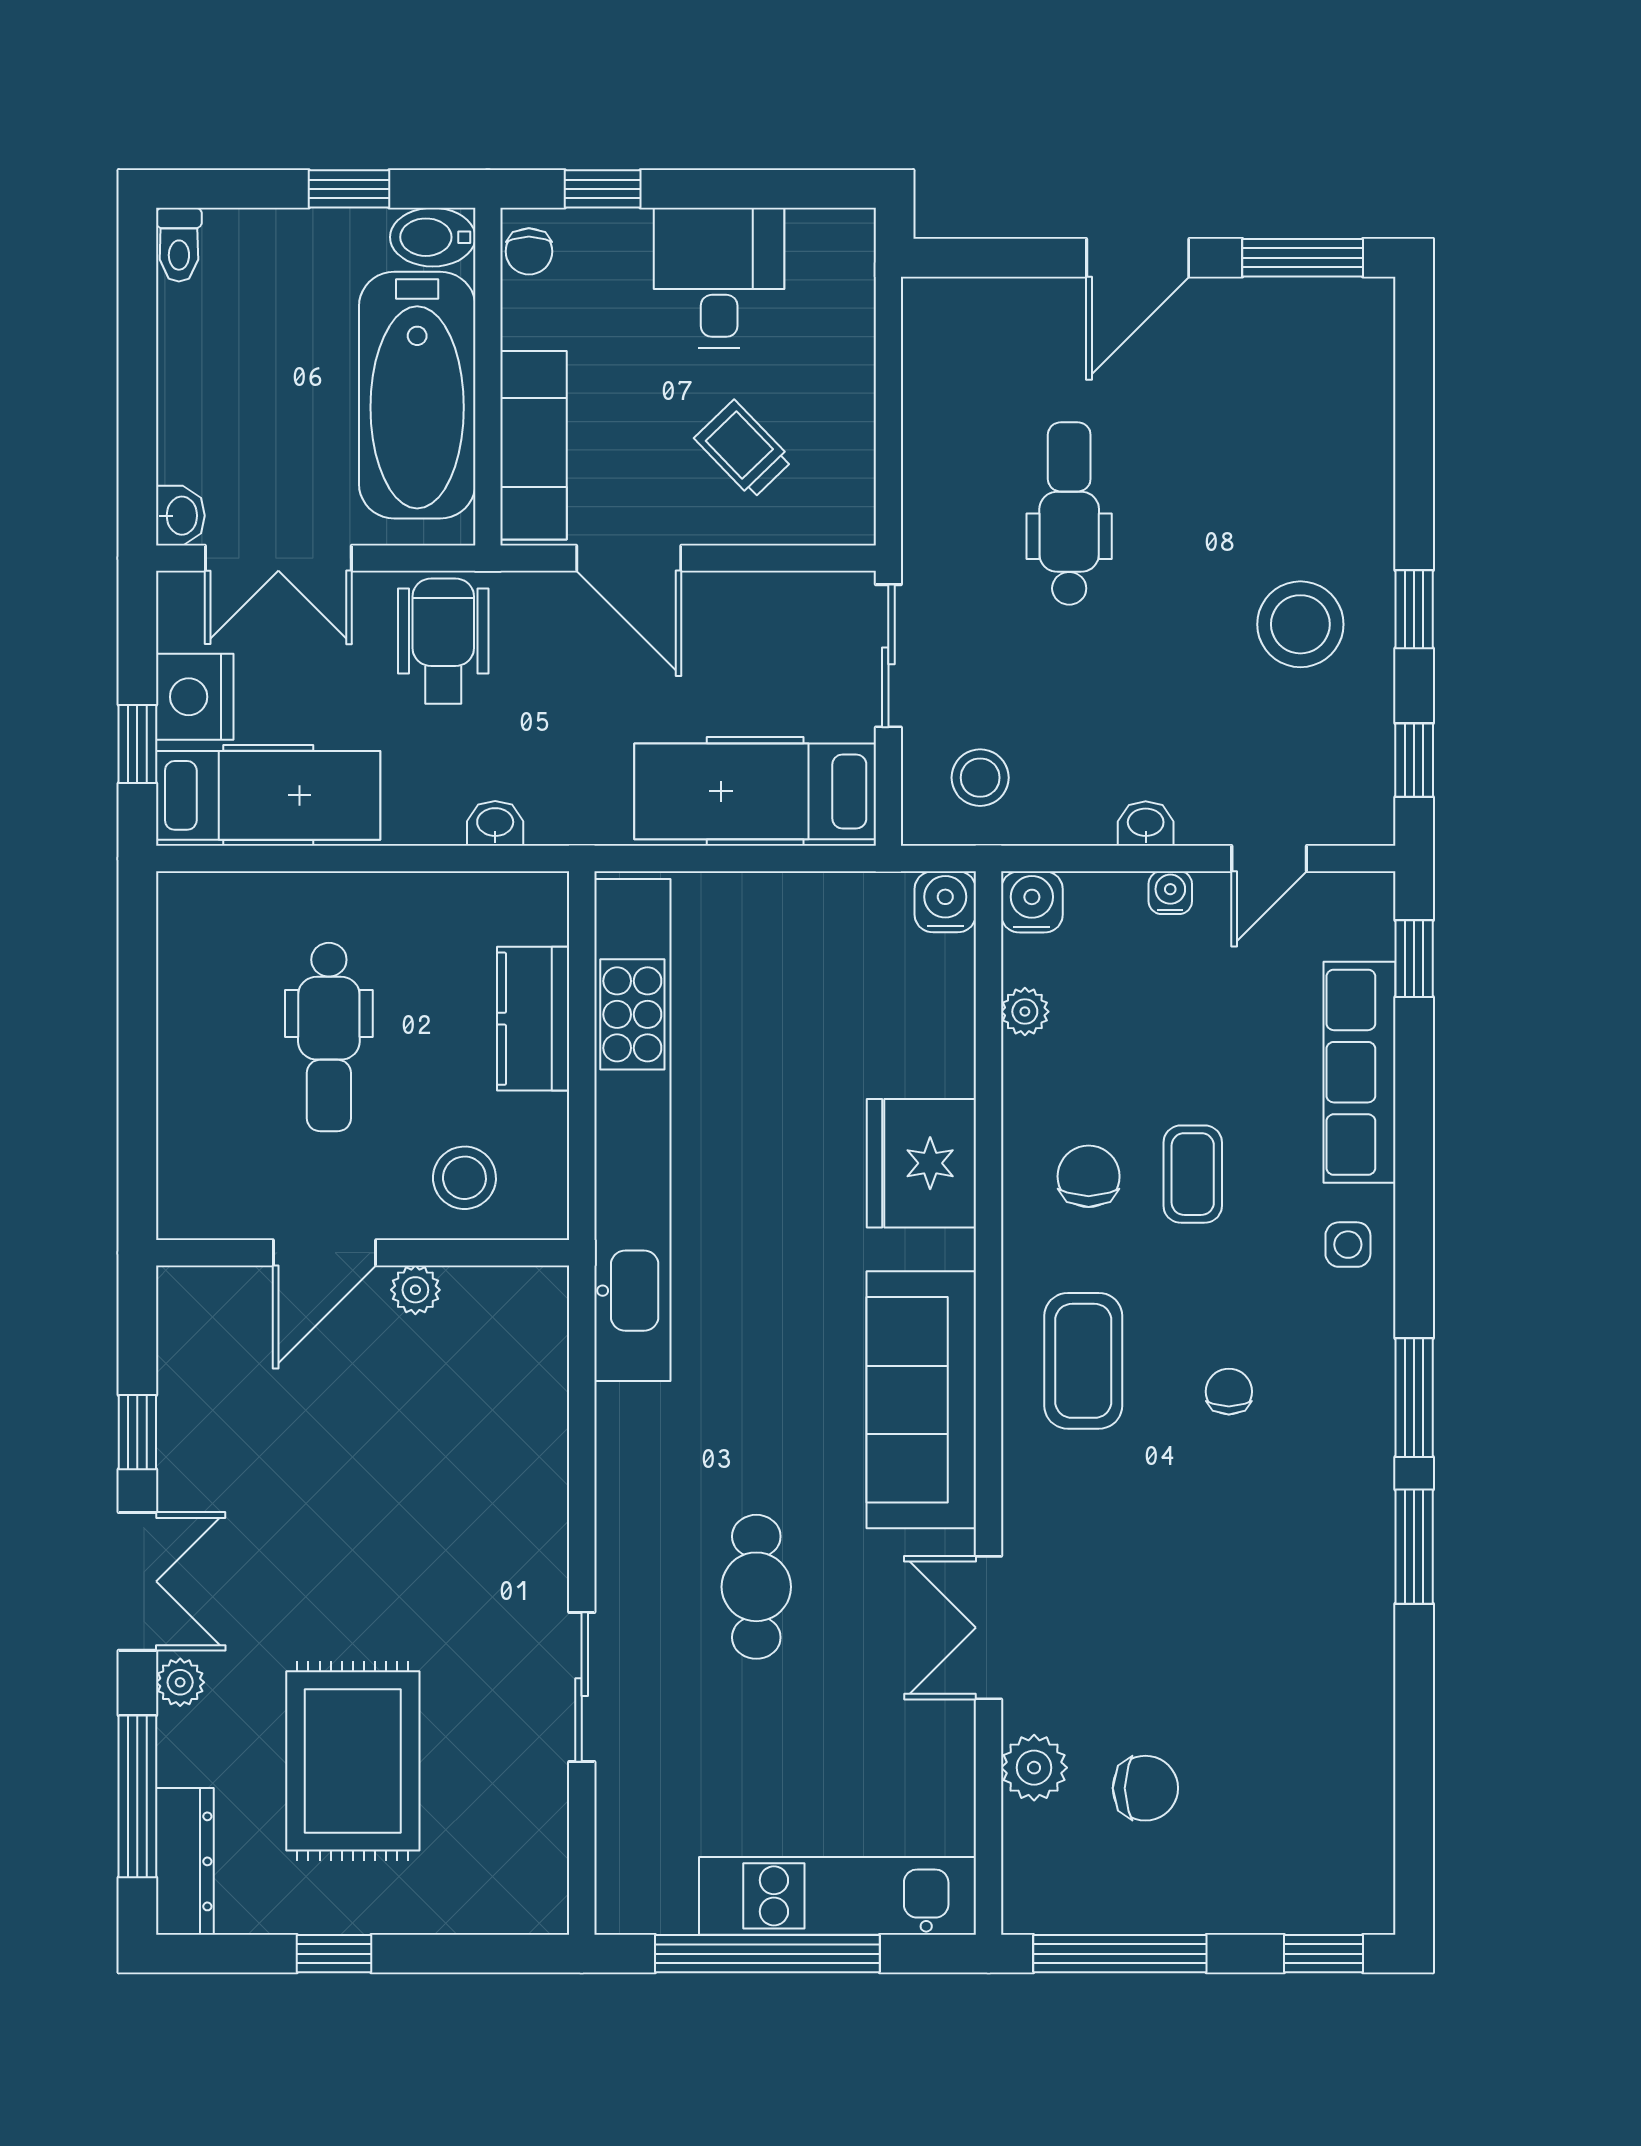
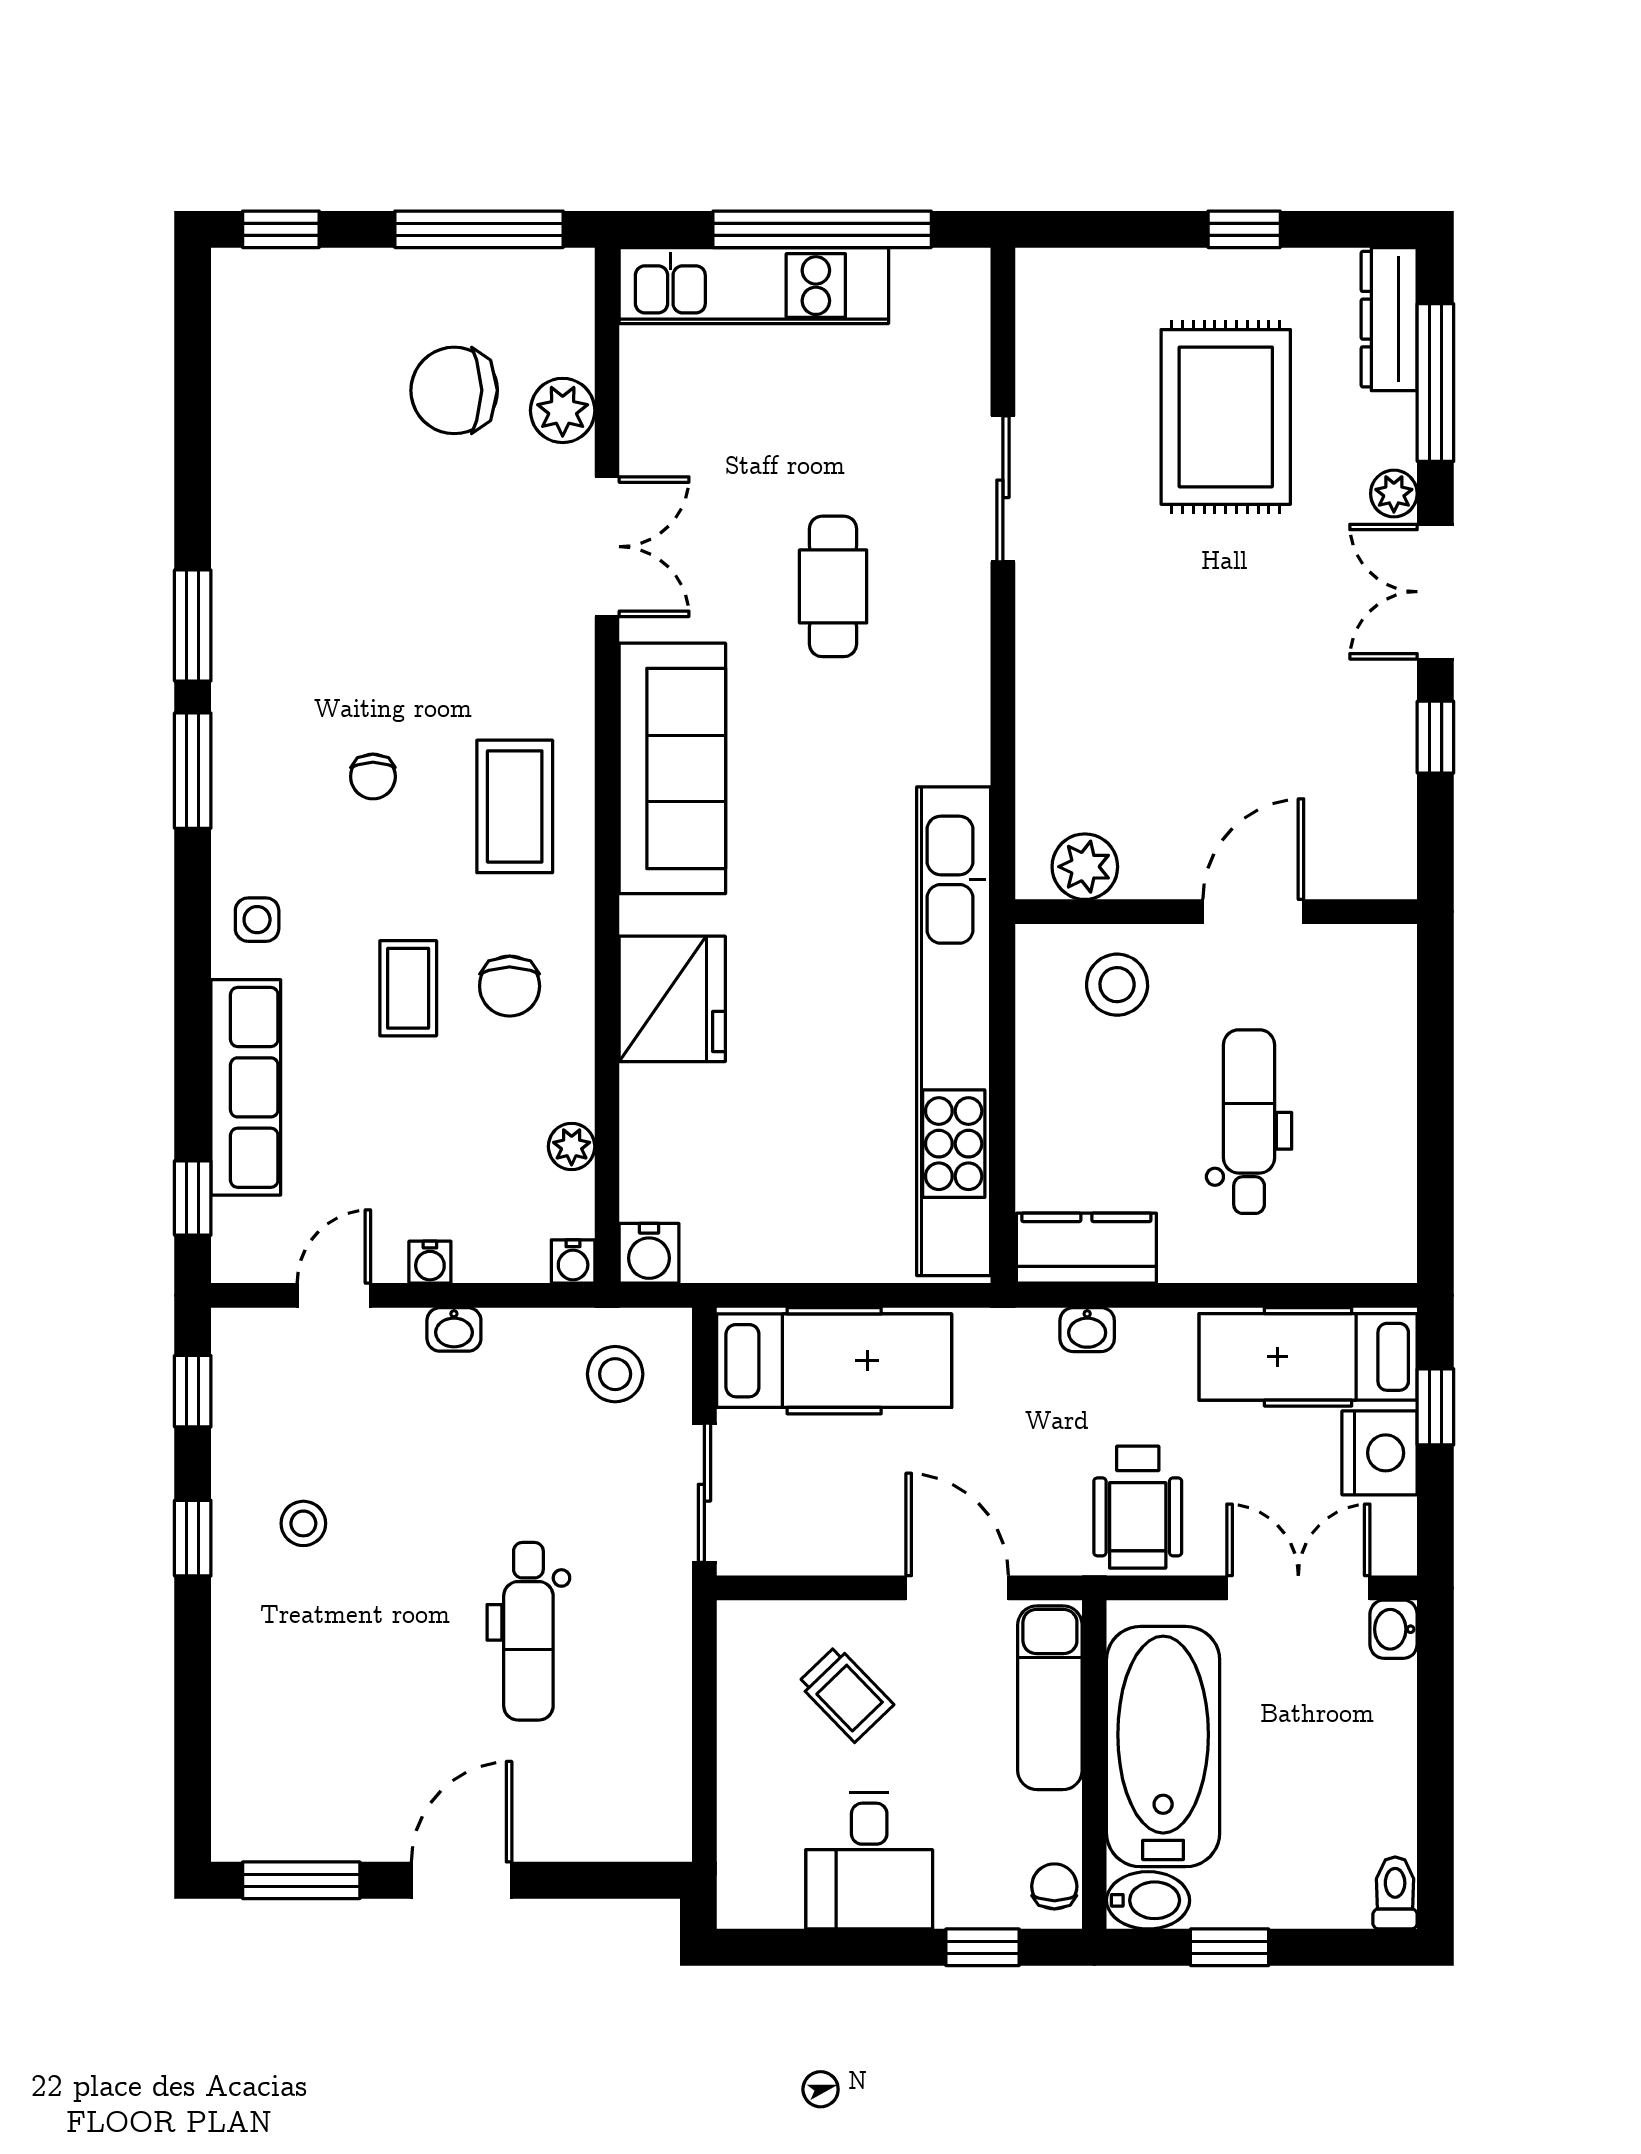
stool: (1300, 624) -> (303, 1523), width x0.53, depth x0.53
water cooler: (1032, 902) -> (573, 1262), width x0.72, depth x0.72
kitchen counter: (533, 1019) -> (1086, 1248), moved, turned -90
plant: (415, 1290) -> (1085, 867), moved, width x1.38, depth x1.38
chair: (1145, 1788) -> (454, 390), width x1.37, depth x1.37

